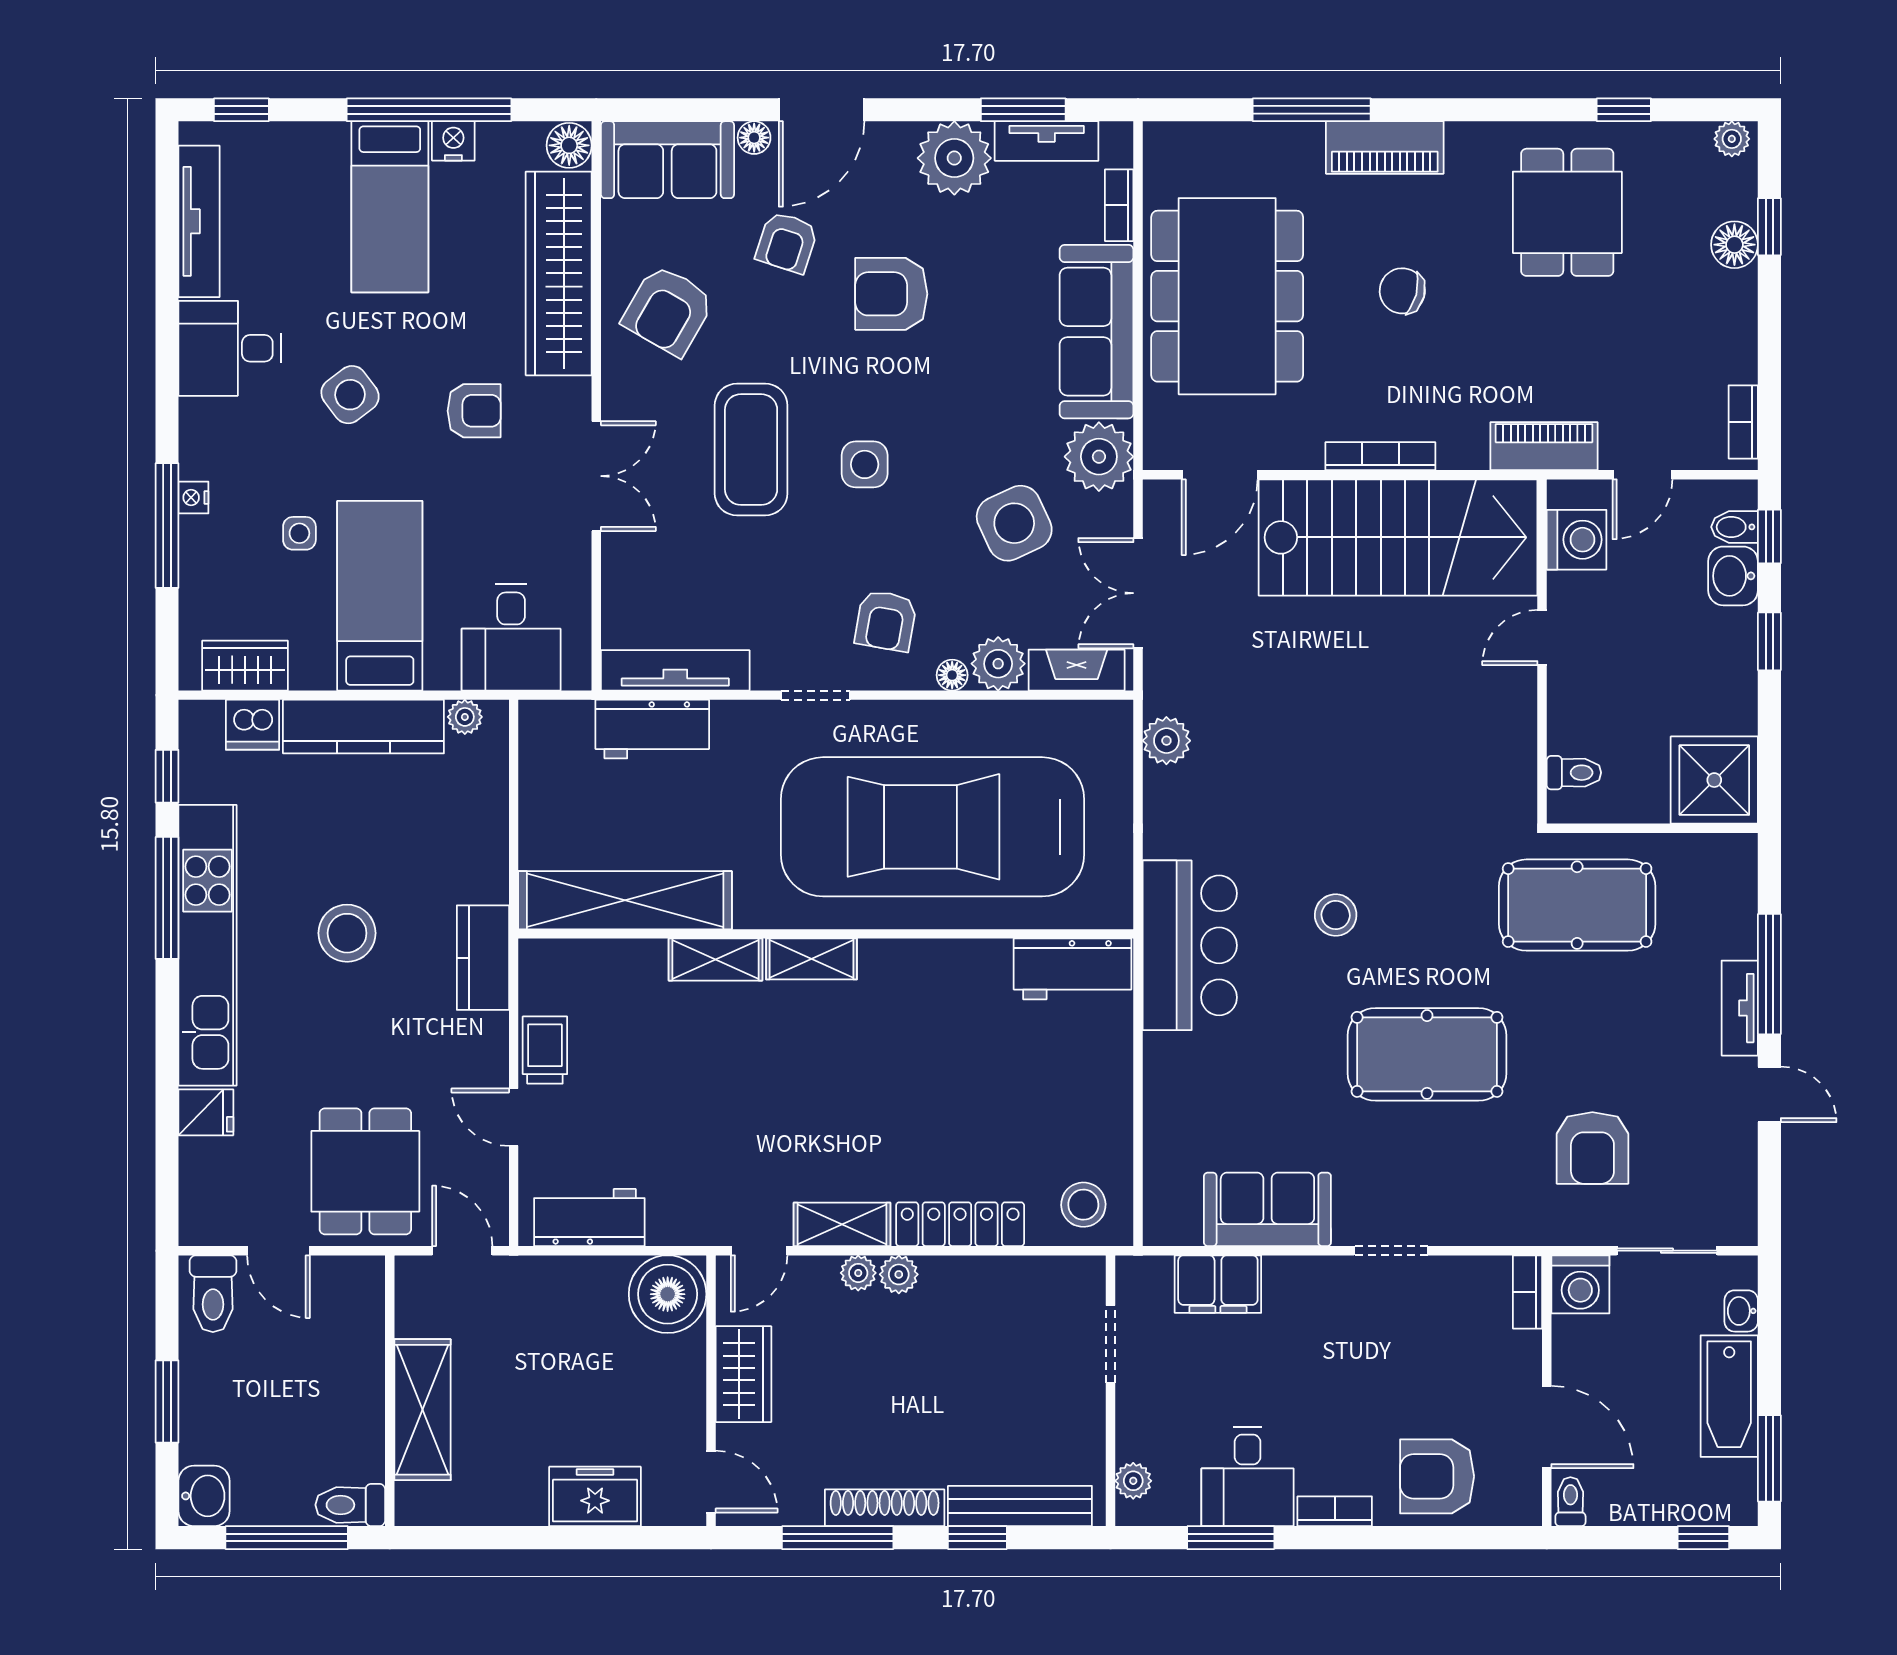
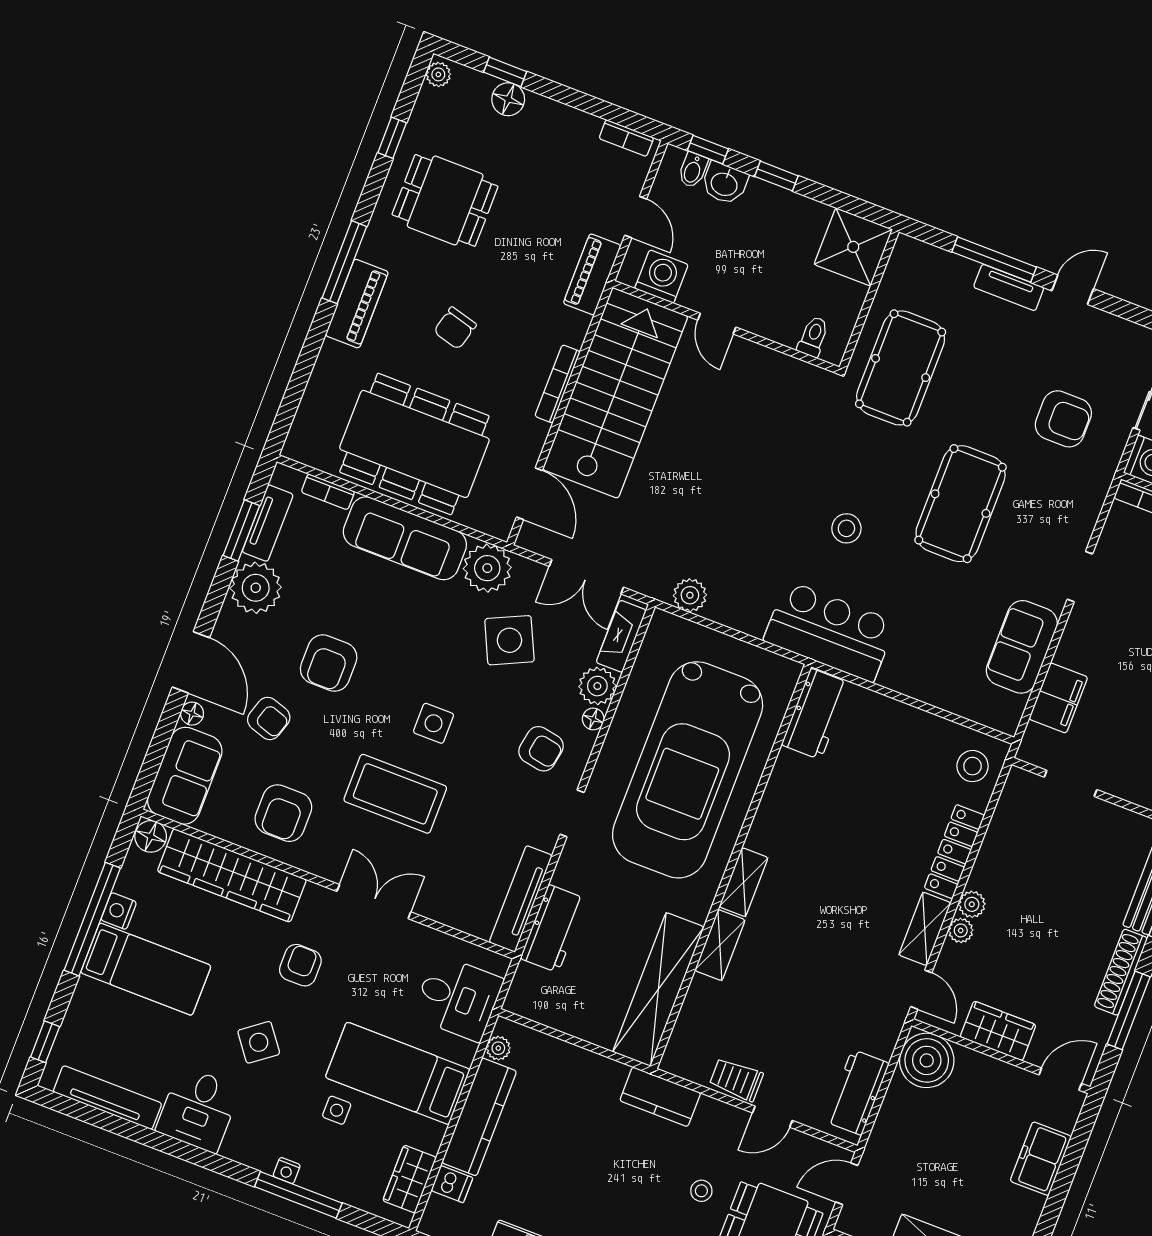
window: (1312, 110) -> (344, 262), moved
armchair: (668, 310) -> (283, 813), turned 60
dishwasher: (253, 725) -> (452, 1184), width x0.73
stool: (347, 933) -> (701, 1191), moved, width x0.53, depth x0.53

